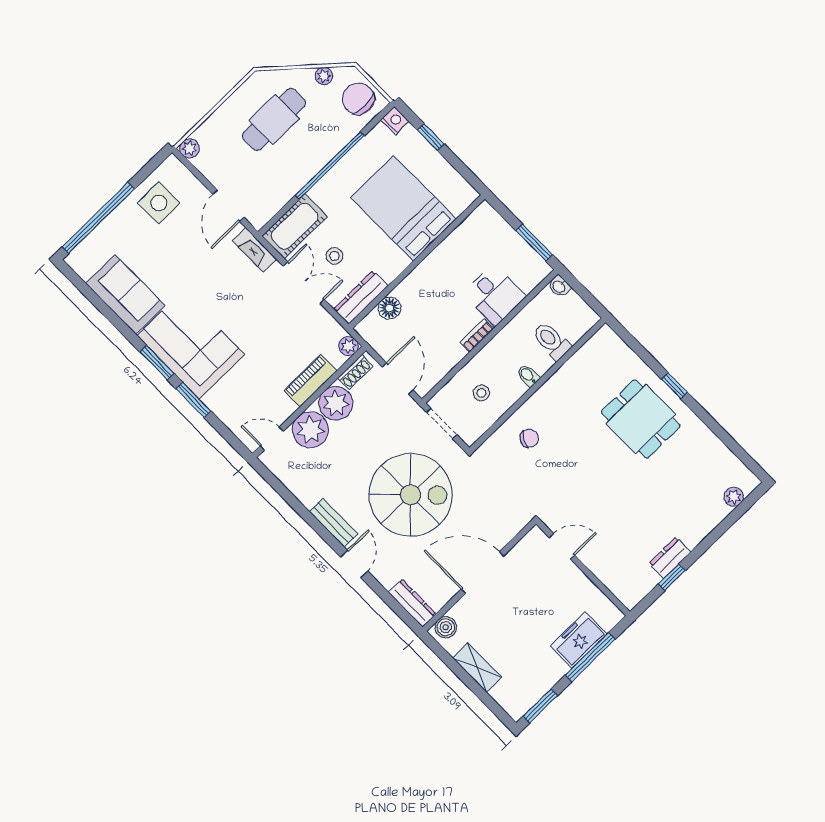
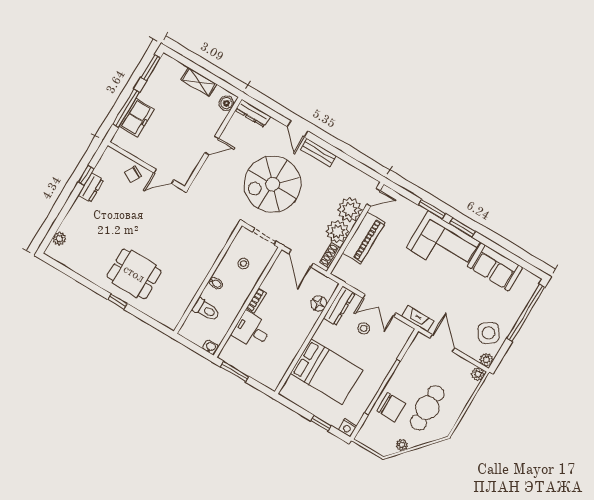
chair: (358, 99) -> (391, 407), moved
side table: (159, 203) -> (489, 333), turned -36
cot: (295, 226) -> (395, 341), removed
plant: (349, 346) -> (486, 360), moved
piano: (310, 381) -> (364, 238), width x1.37, depth x1.33
chair: (529, 438) -> (133, 174), moved
door: (482, 573) -> (212, 145), width x0.53

